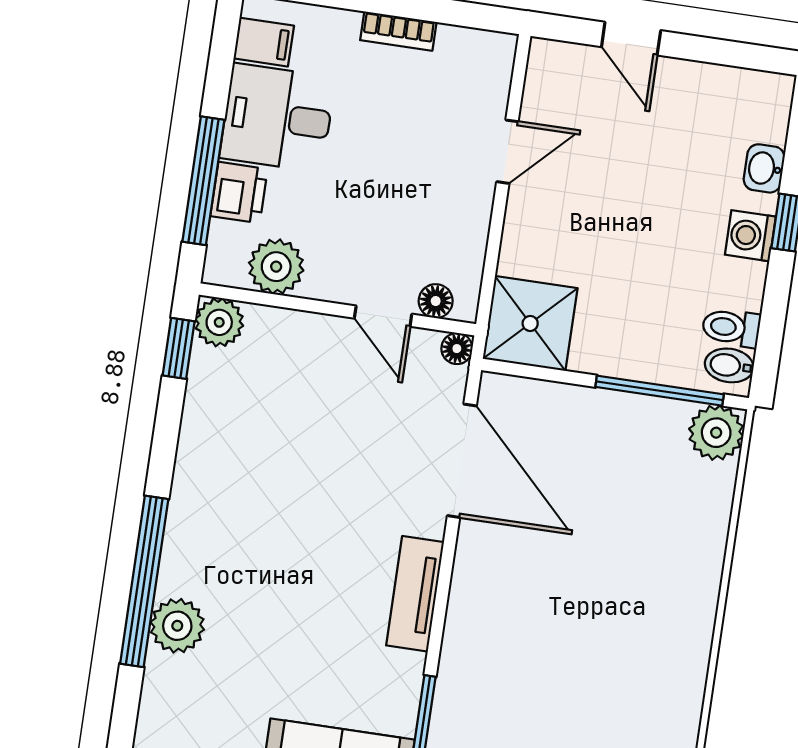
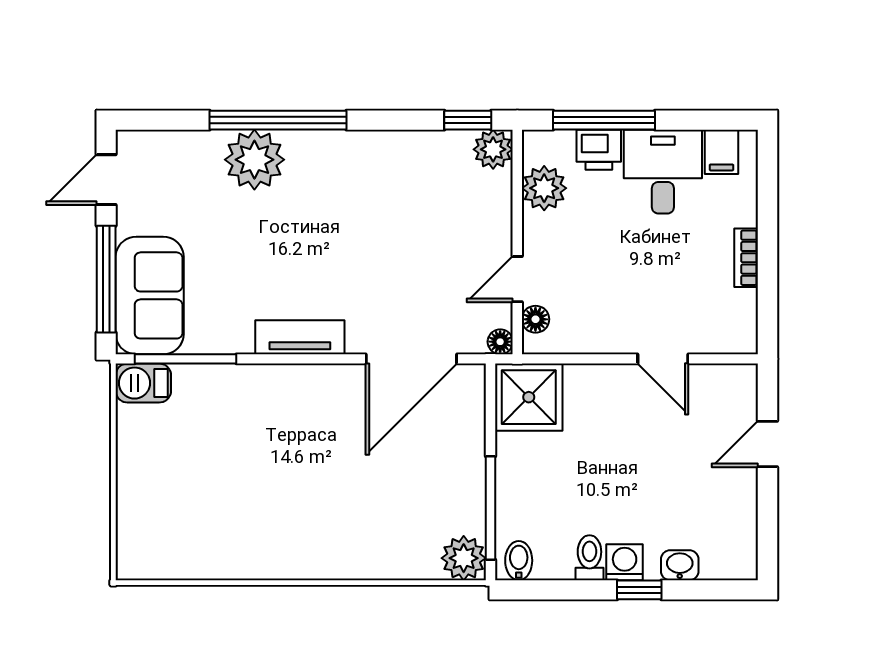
toilet: (731, 328) -> (589, 558), moved
plant: (177, 626) -> (254, 160), width x1.36, depth x1.36

